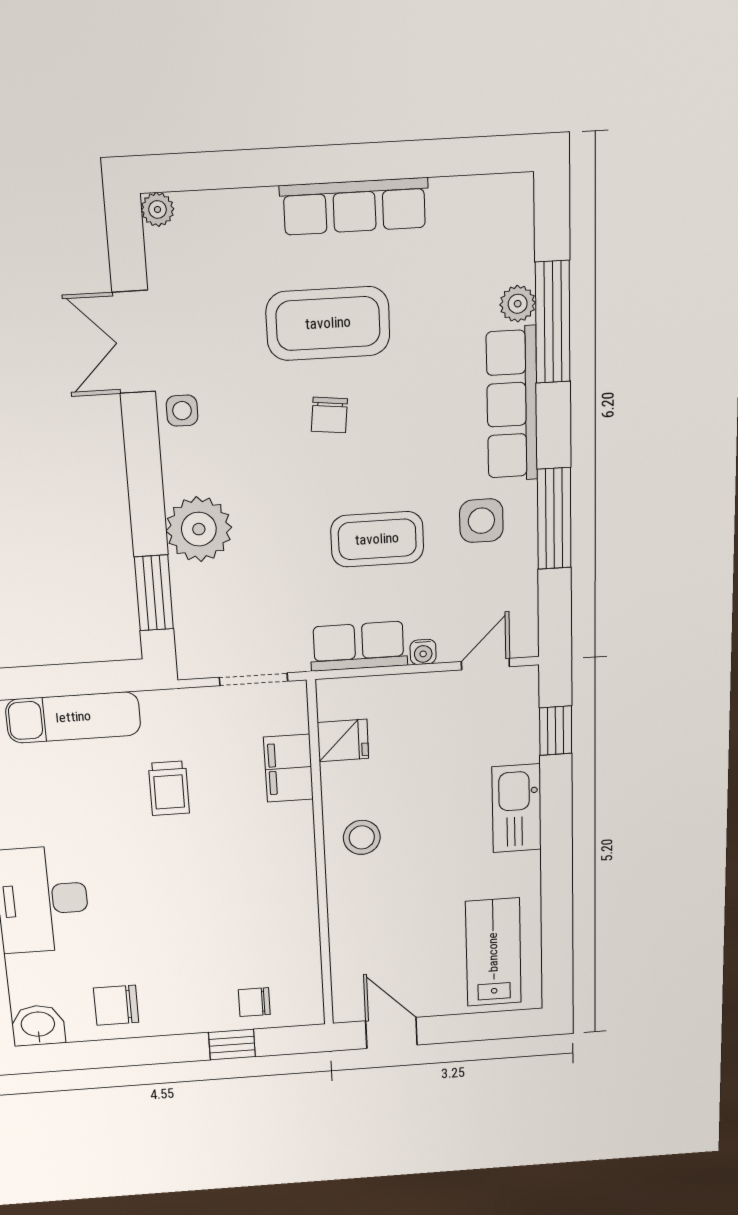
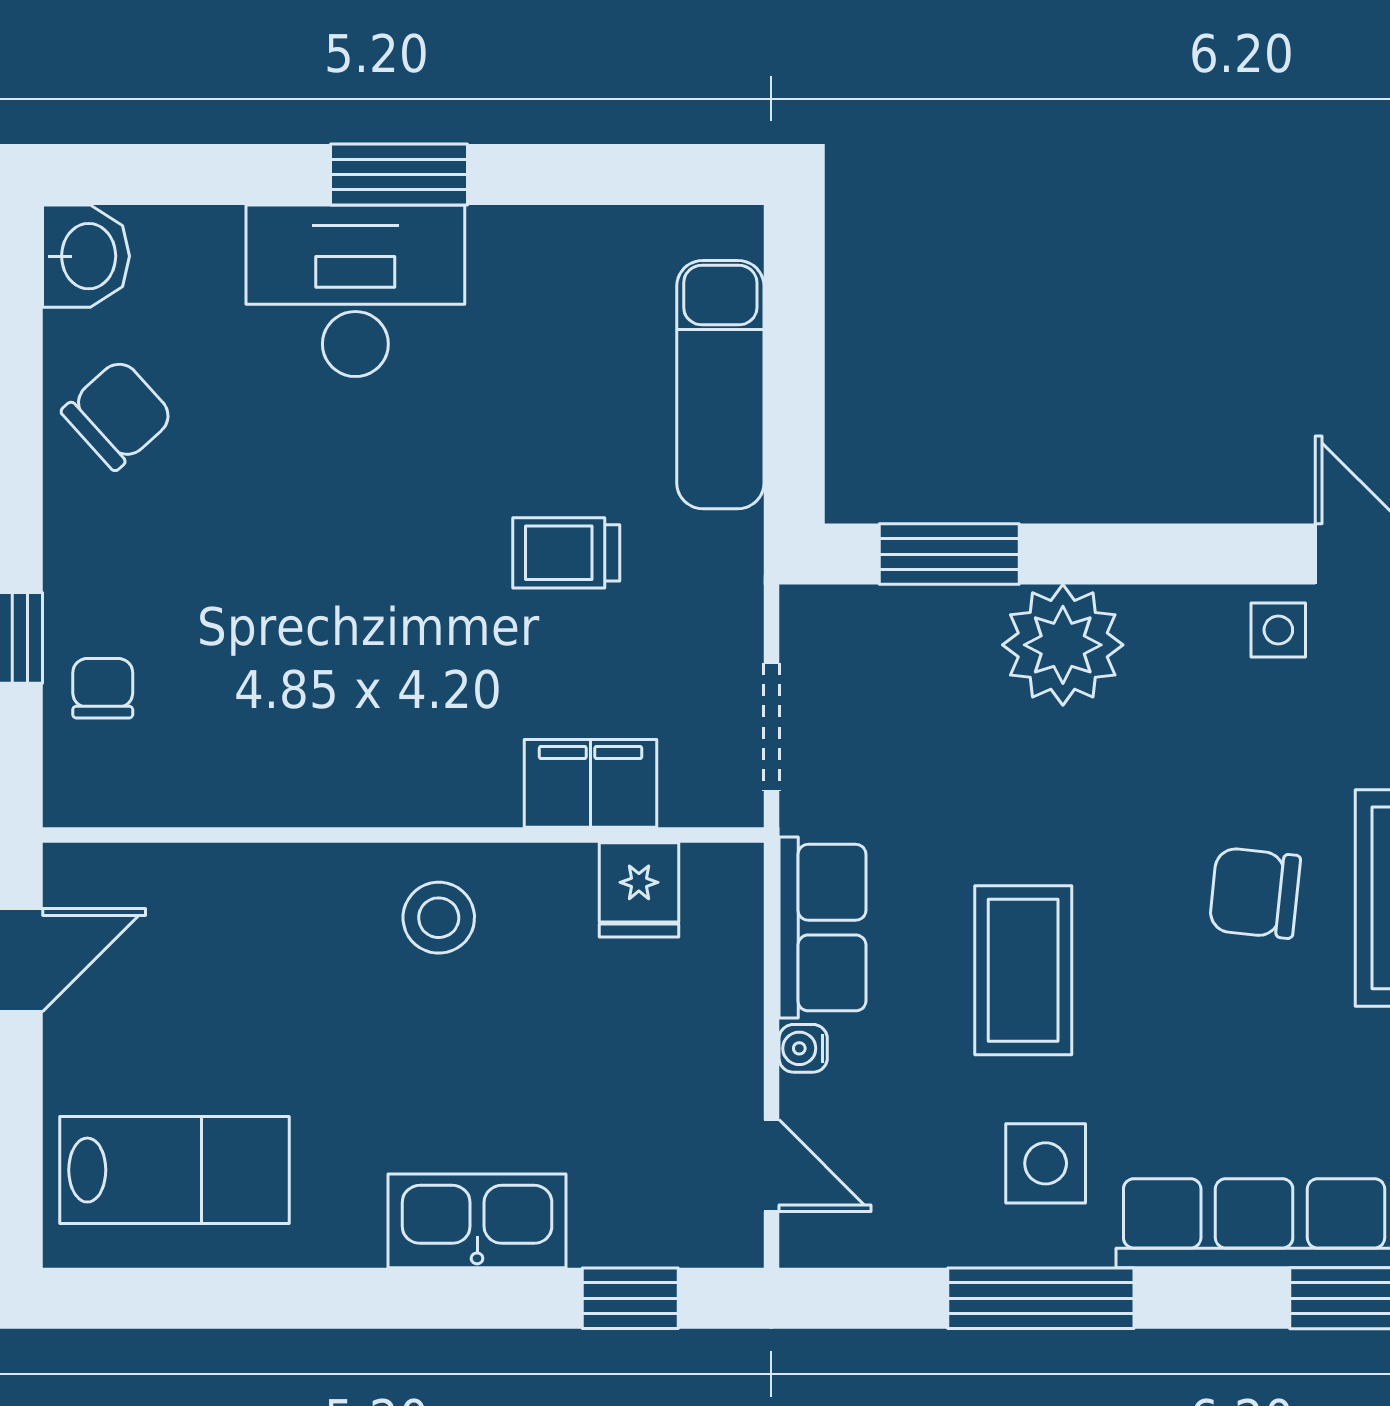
chair: (329, 415) -> (1255, 893), width x1.37, depth x1.37
chair: (116, 1005) -> (118, 414), turned 48

